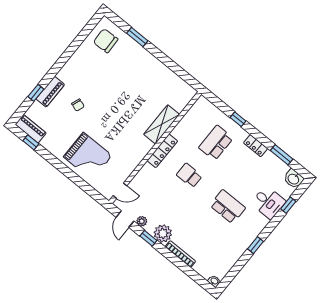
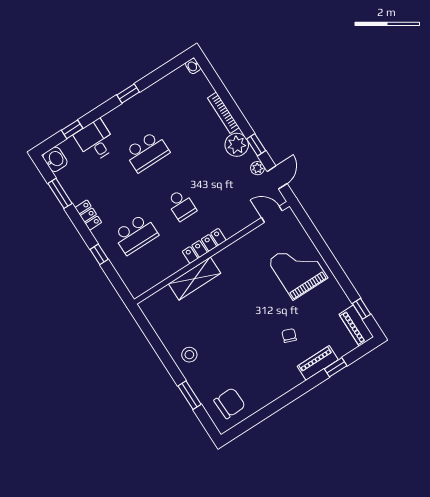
chair: (106, 41) -> (230, 403), turned -90
stool: (147, 67) -> (189, 355), added
school desk: (228, 207) -> (147, 152), turned -90

